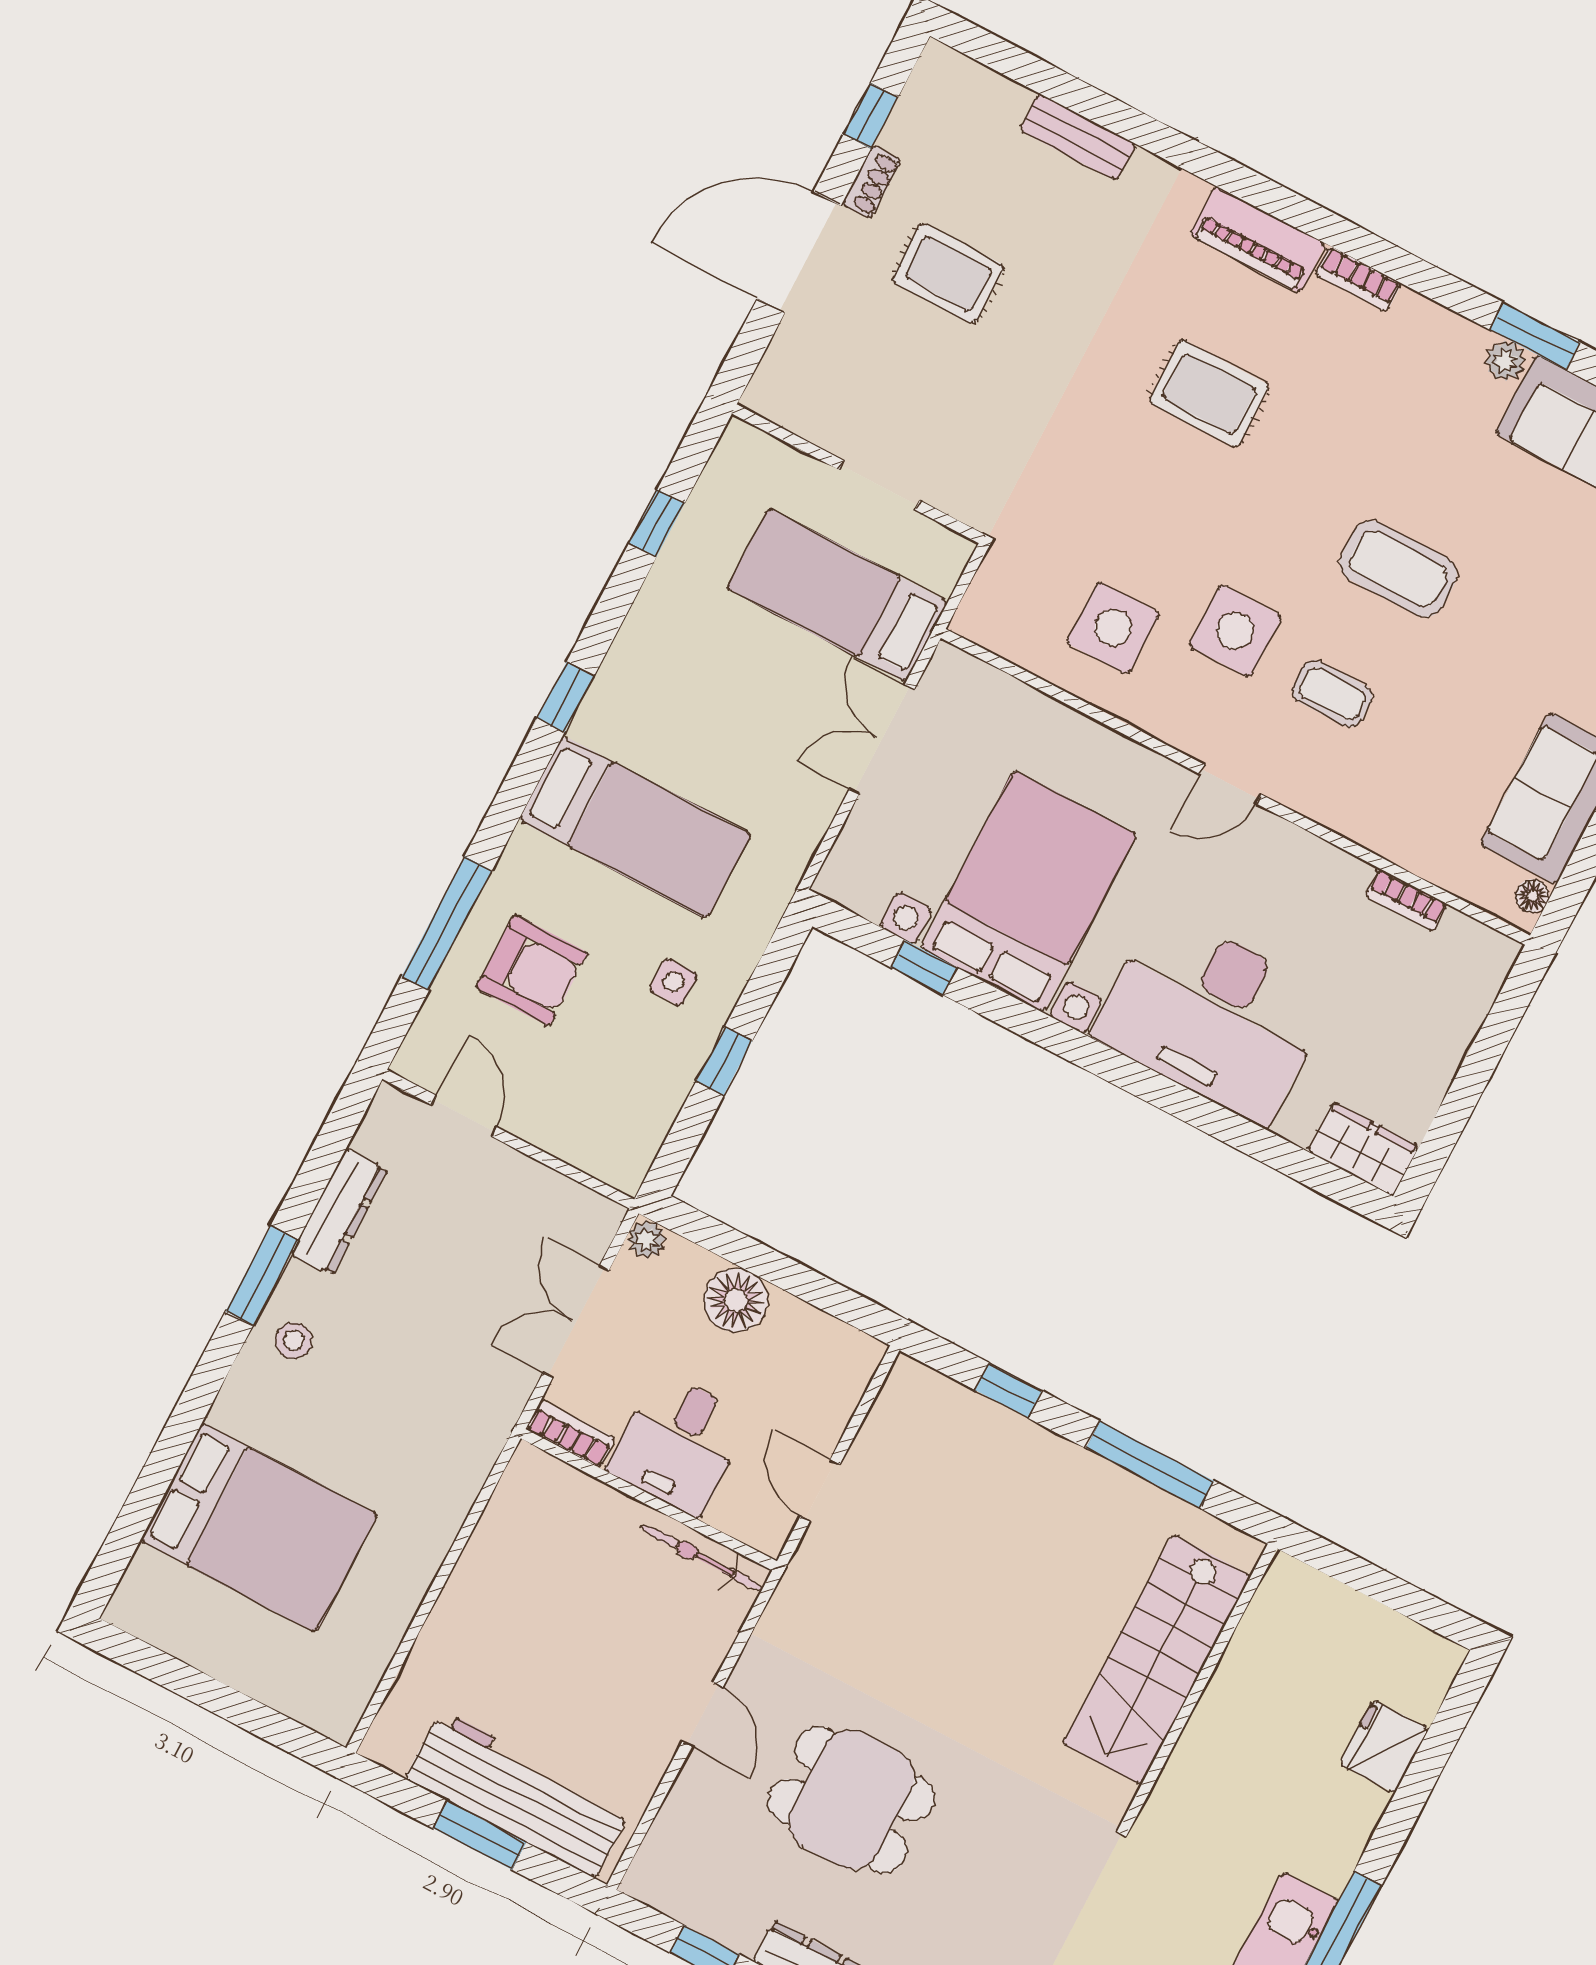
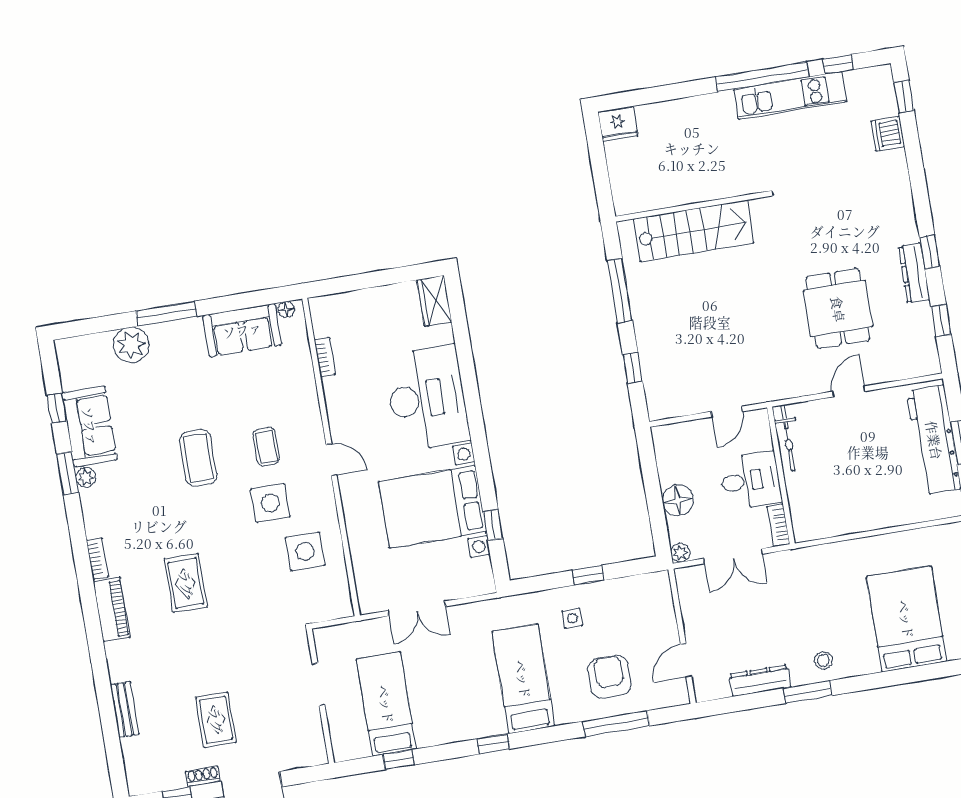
bed: (837, 595) -> (386, 704), moved, turned 180
fridge: (1384, 1746) -> (618, 124), moved

